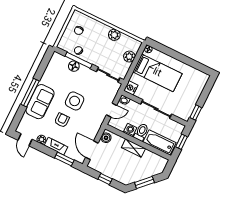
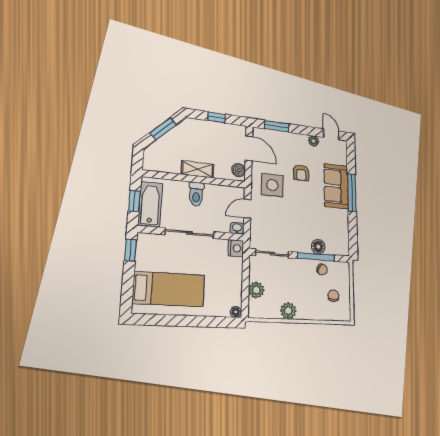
bed: (157, 73) -> (169, 289), moved, turned 180
side table: (75, 101) -> (272, 185), moved
washing machine: (130, 130) -> (212, 191), removed
bathtub: (159, 142) -> (150, 204), moved, turned -90
fireplace: (56, 146) -> (293, 139), removed

